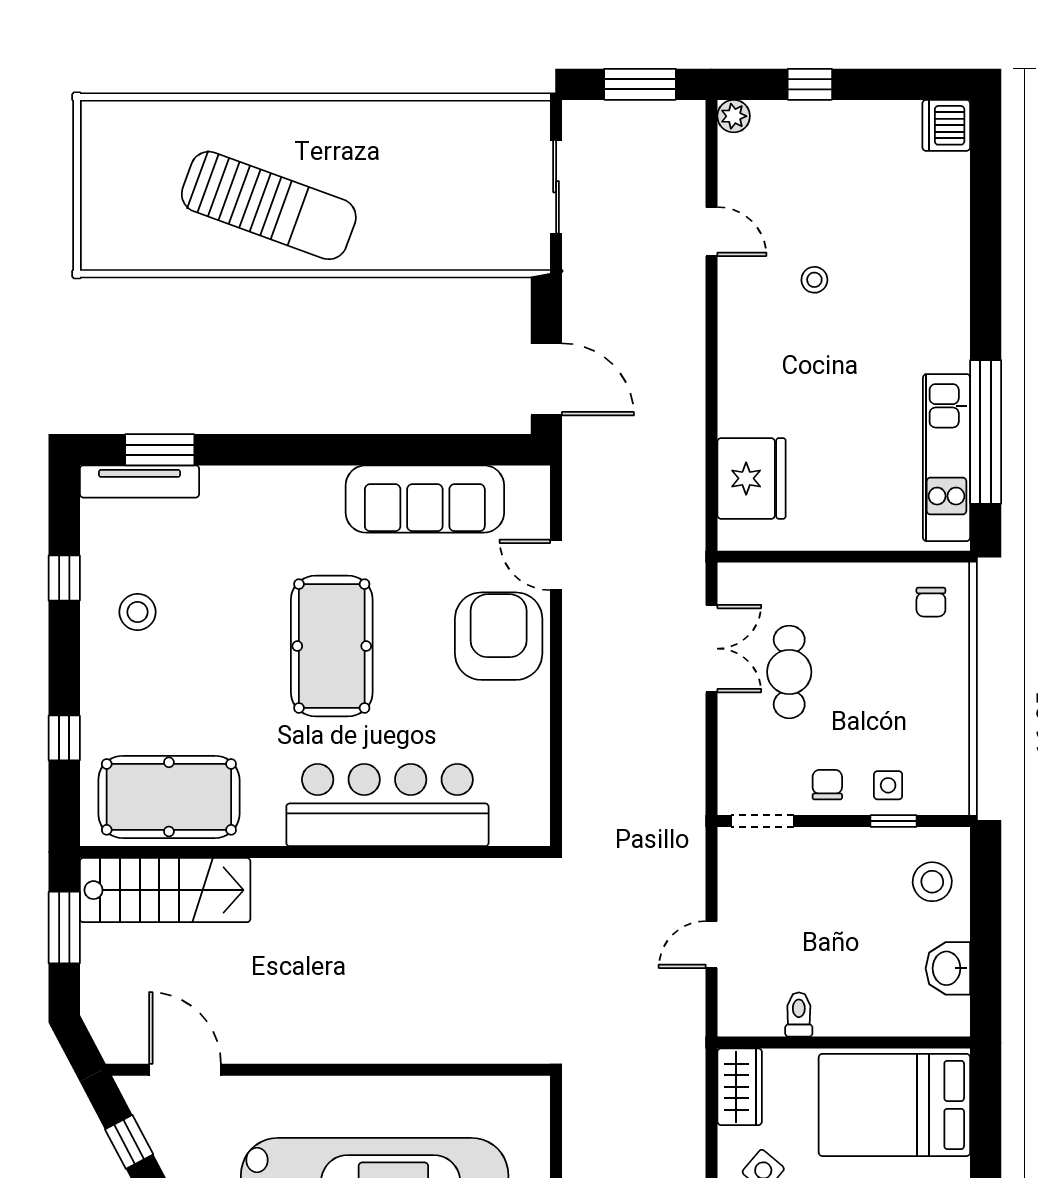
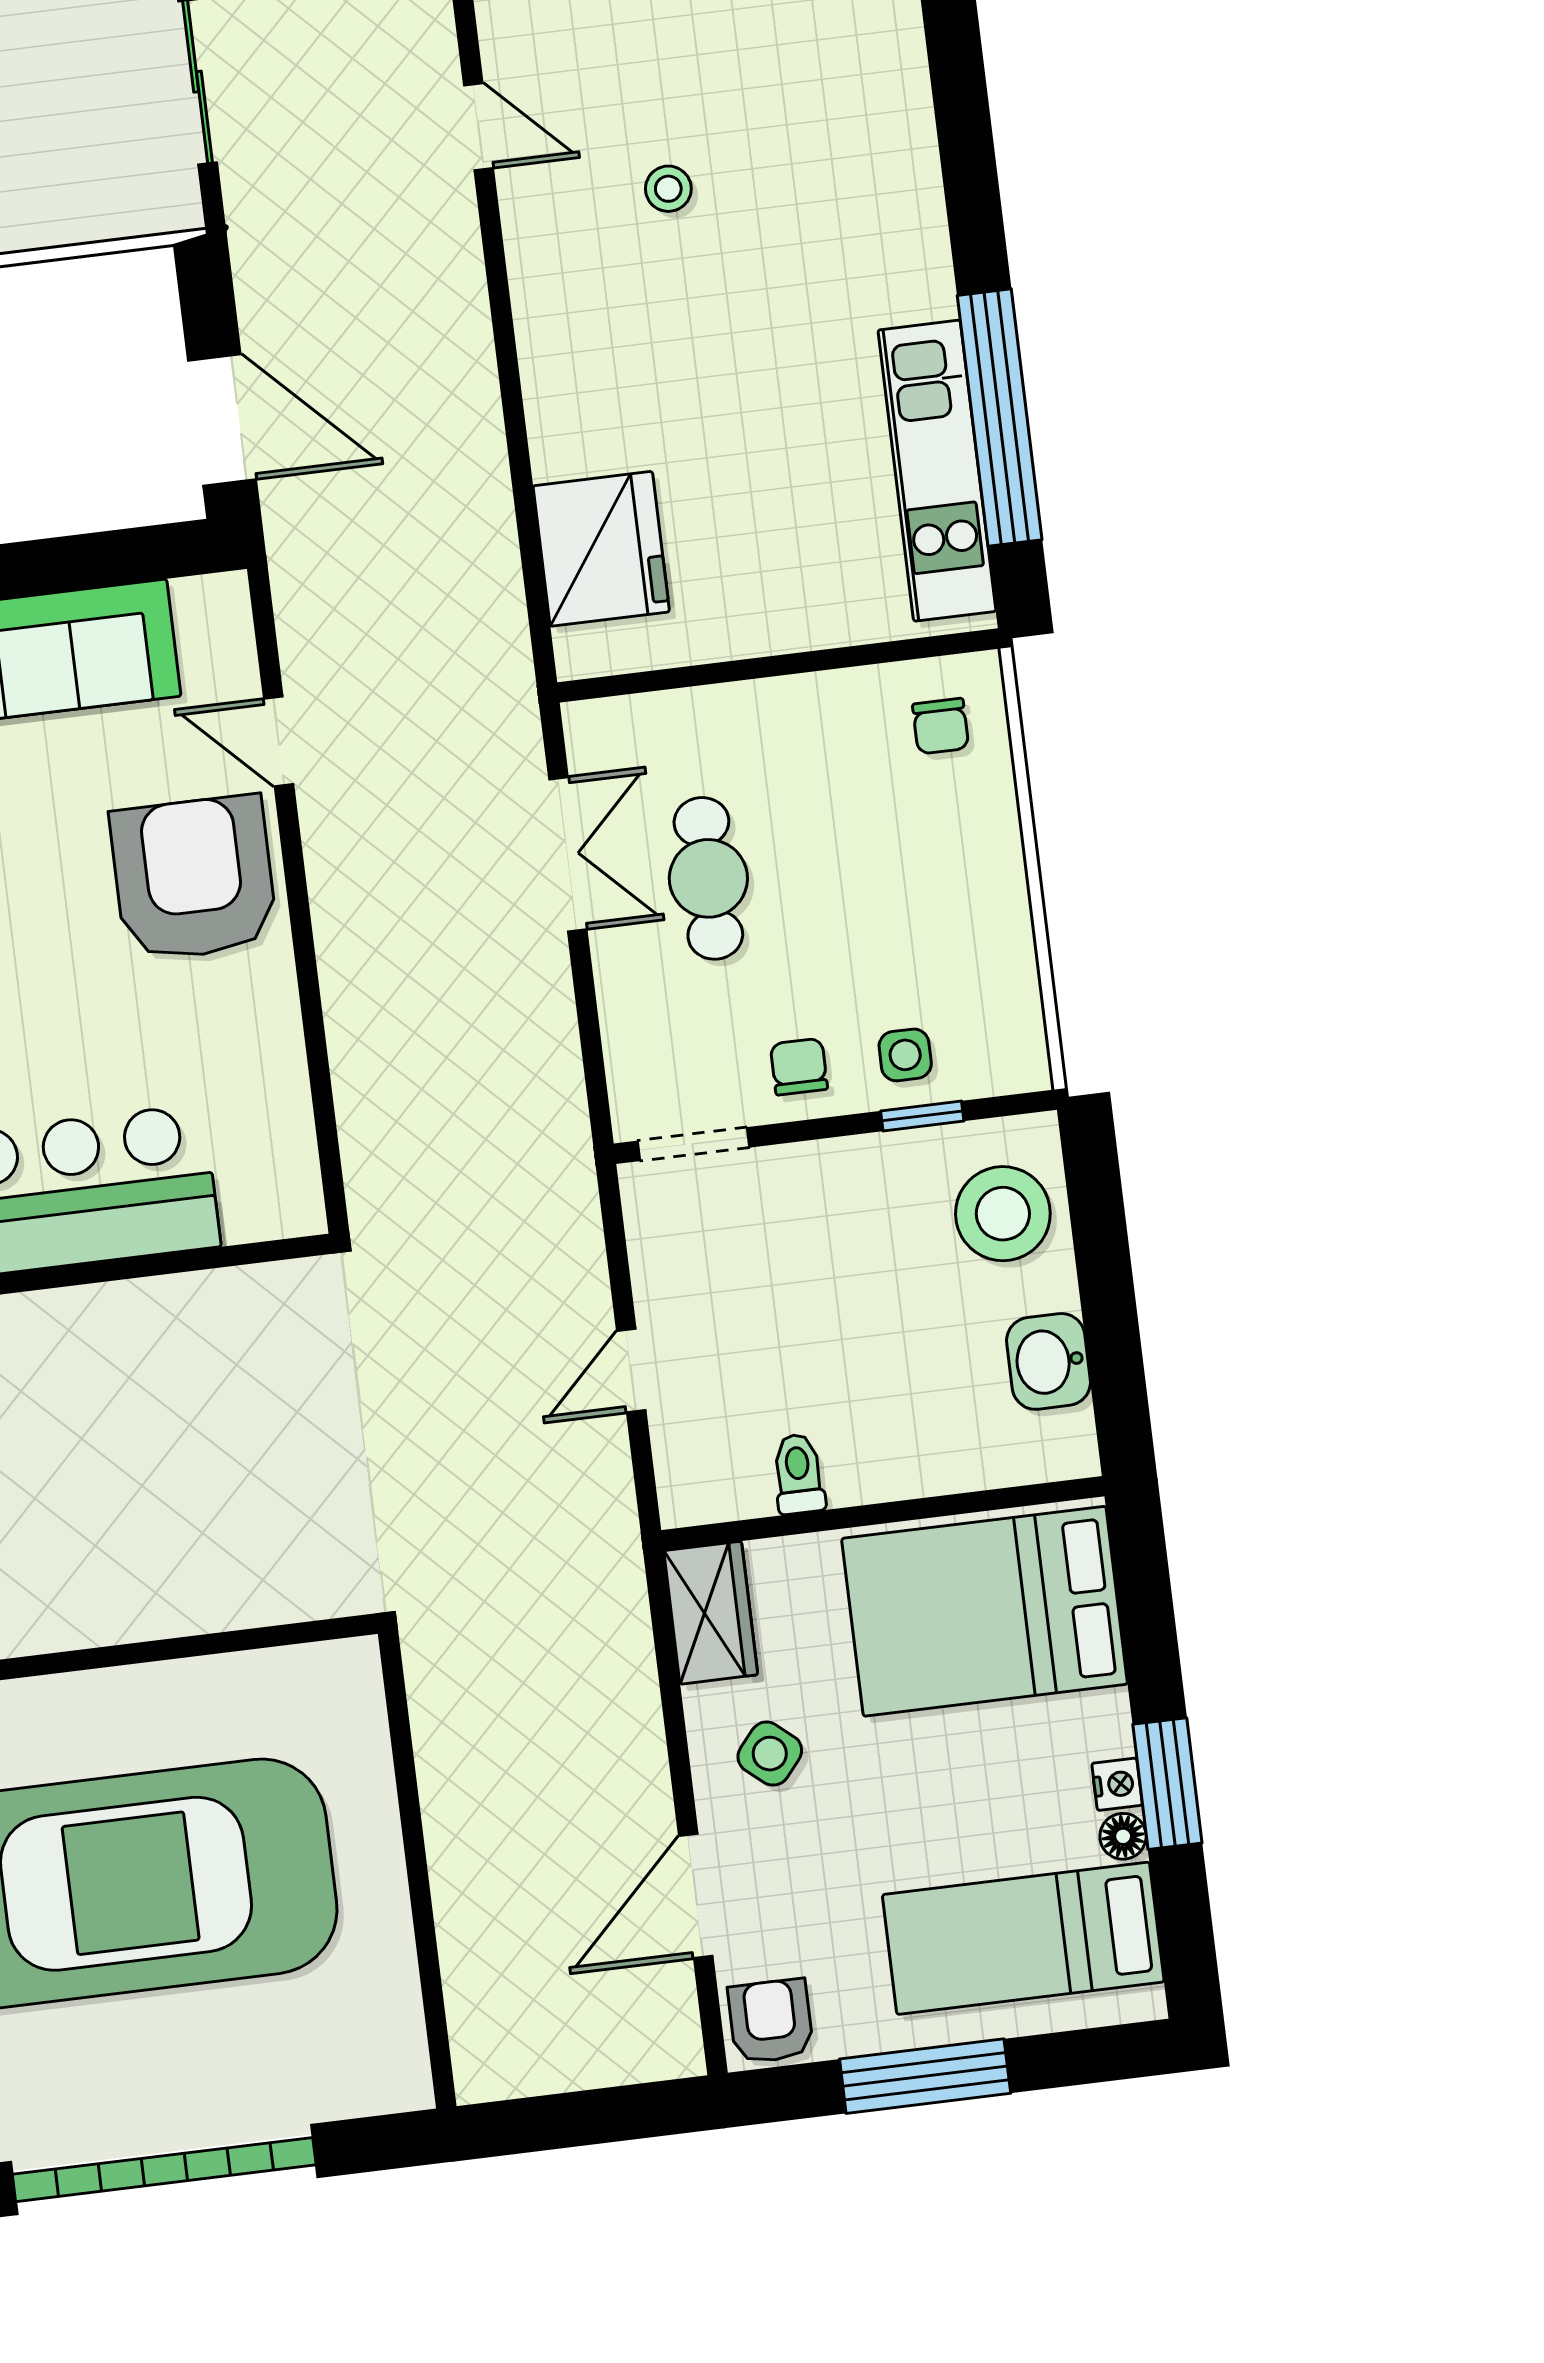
stool: (932, 882) -> (1003, 1214), width x1.38, depth x1.38

